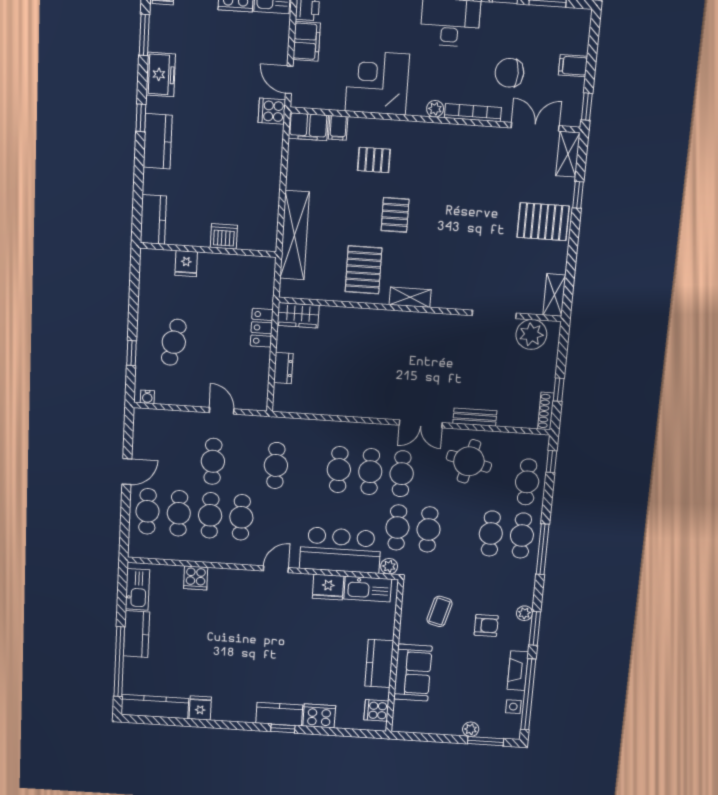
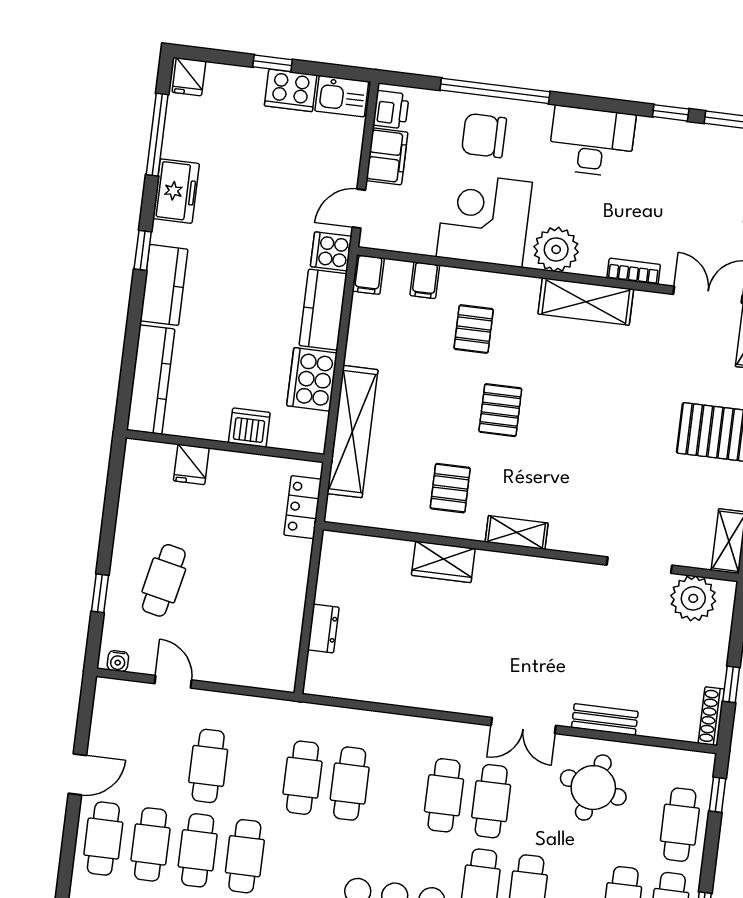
window: (144, 35) -> (157, 135), width x1.44
chair: (509, 73) -> (484, 136), moved
door: (289, 80) -> (359, 209), hinge flipped
plant: (435, 109) -> (556, 249), width x1.88, depth x1.88
bookcase: (473, 113) -> (634, 271), width x0.64
filing cabinet: (308, 127) -> (368, 275), width x0.50
shelving: (451, 136) -> (586, 302), added
kitchen counter: (269, 152) -> (323, 310), added
pallet: (374, 160) -> (474, 329), turned 90
cooker: (264, 201) -> (312, 379), added
kitchen counter: (153, 219) -> (151, 380), width x1.50
pallet: (364, 270) -> (450, 488), width x0.67, depth x0.71
wardrobe: (298, 315) -> (443, 562), moved
locker: (262, 328) -> (303, 507), moved
door: (222, 411) -> (173, 682), moved
cafe table: (339, 470) -> (350, 784), moved

